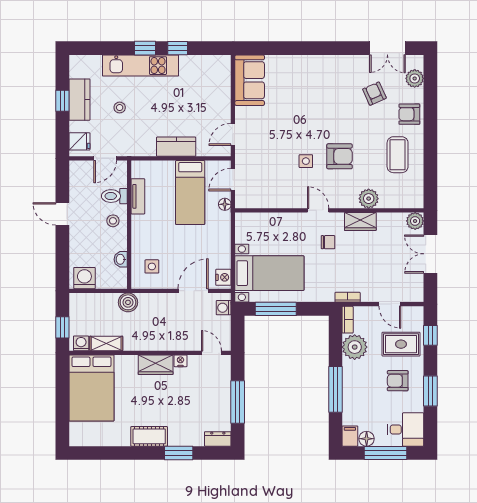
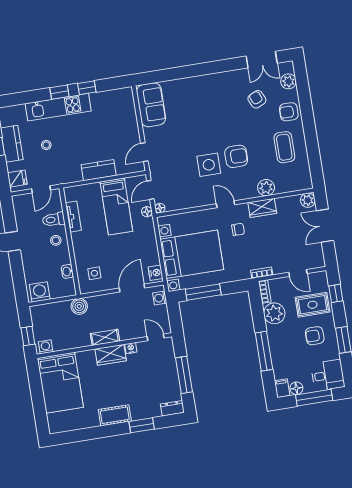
side table: (306, 161) -> (209, 165), width x1.87, depth x1.87
floor lamp: (241, 203) -> (160, 208), added
bed with nightstands: (269, 273) -> (192, 254), width x1.36
shelving: (106, 343) -> (105, 337), moved

